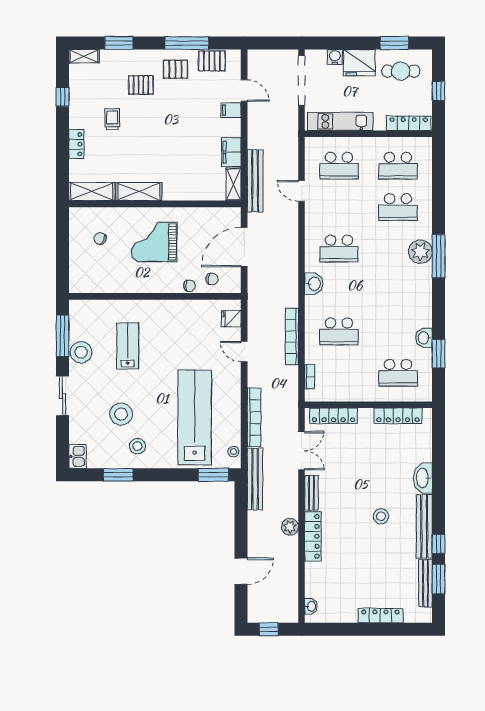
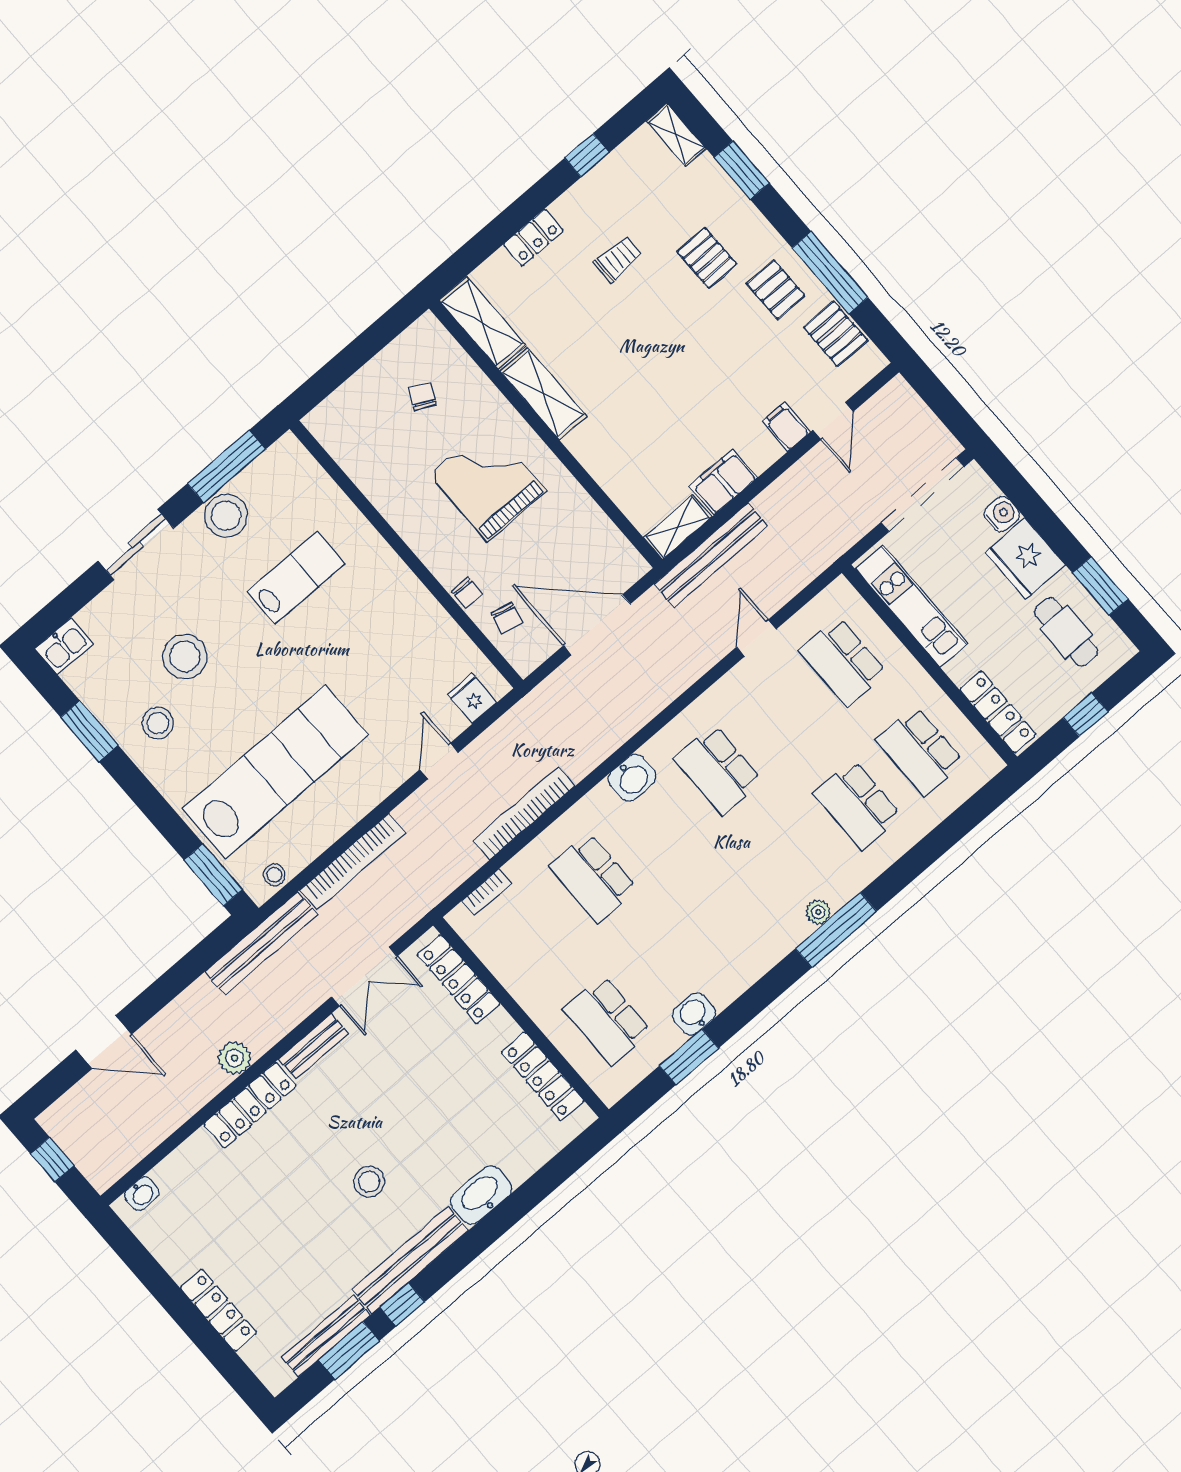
plant: (420, 252) -> (818, 912), width x0.53, depth x0.53

